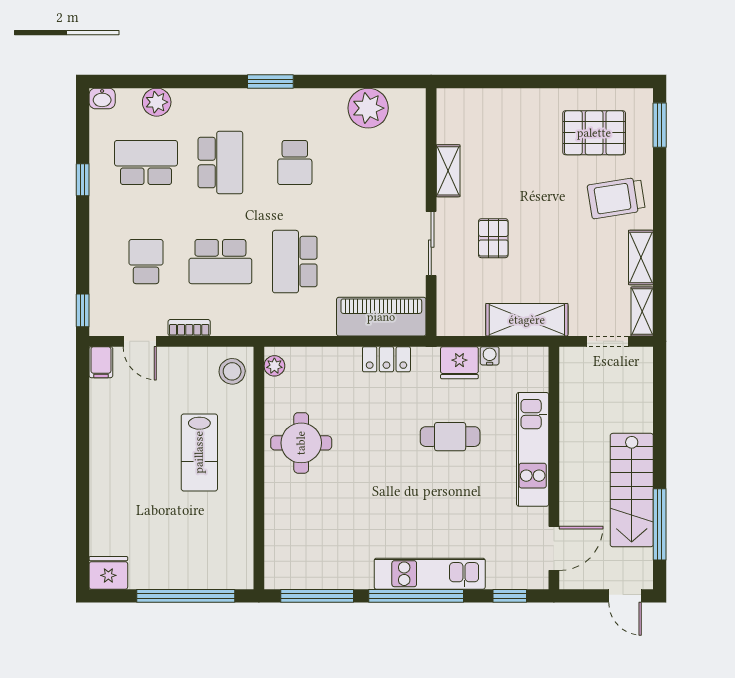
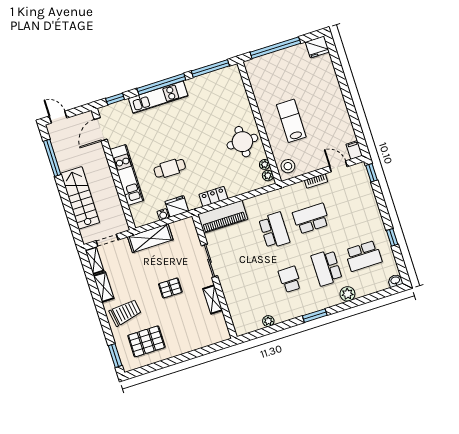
plant: (157, 102) -> (347, 294), moved
plant: (368, 108) -> (268, 321), width x0.53, depth x0.53
pallet: (493, 238) -> (170, 288), moved, turned 90
school desk: (146, 262) -> (348, 207), removed
plant: (274, 388) -> (265, 164), added
stairs: (632, 490) -> (80, 198), moved

